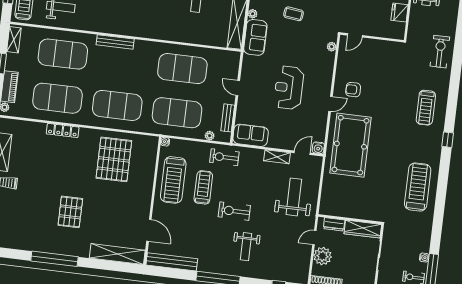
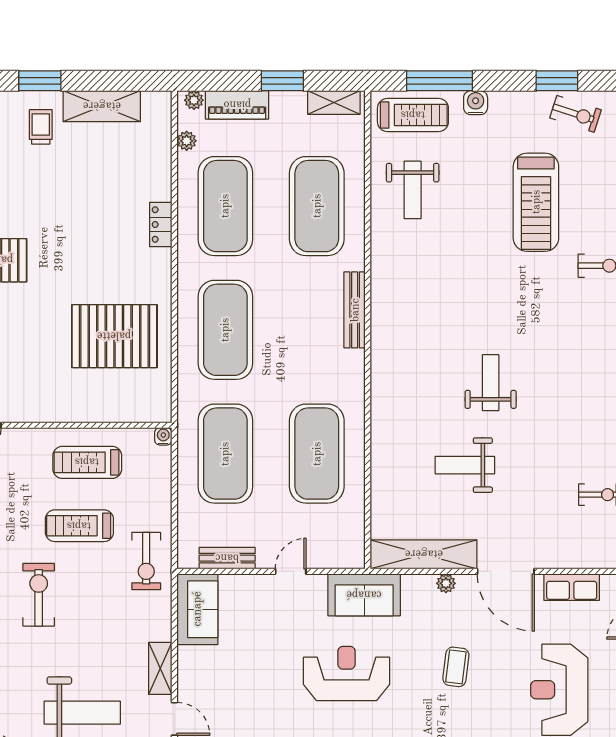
sofa: (255, 37) -> (364, 595), moved
reception desk: (289, 88) -> (347, 673), moved
locker: (63, 131) -> (161, 224), width x0.66
plant: (210, 136) -> (187, 141), moved
exercise bike: (224, 157) -> (146, 561), turned 180
treadmill: (173, 180) -> (87, 462), width x0.73, depth x0.73
treadmill: (203, 187) -> (79, 526), turned 180

